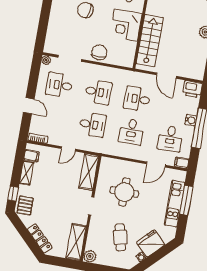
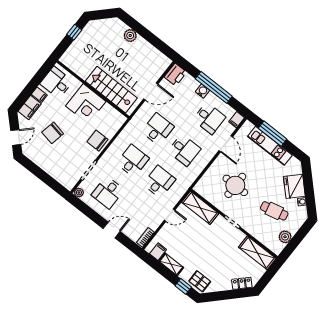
desk: (137, 99) -> (158, 129), turned 180
door: (68, 149) -> (170, 215), hinge flipped
locker: (40, 238) -> (242, 283), width x0.66
plant: (90, 256) -> (285, 237), moved

